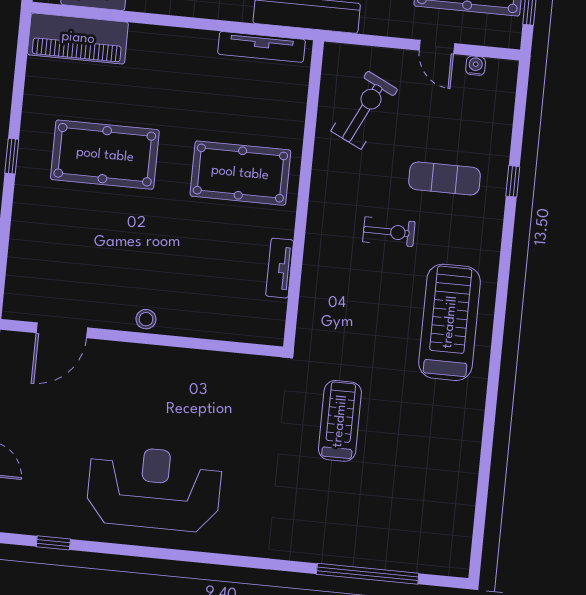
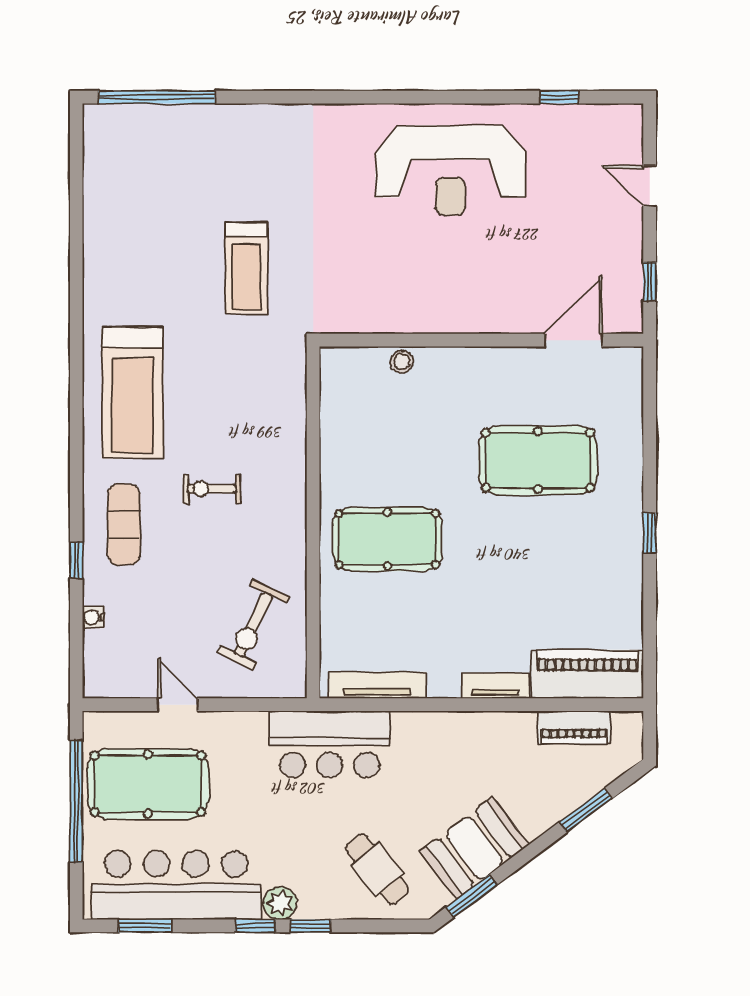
water cooler: (476, 66) -> (93, 617), moved, turned 90
pool table: (105, 155) -> (538, 460), moved
exercise mat: (444, 178) -> (124, 525), moved, turned 90
tv unit: (280, 268) -> (496, 686), moved, turned -90
stool: (146, 319) -> (402, 362), moved
window: (368, 574) -> (156, 97), moved

